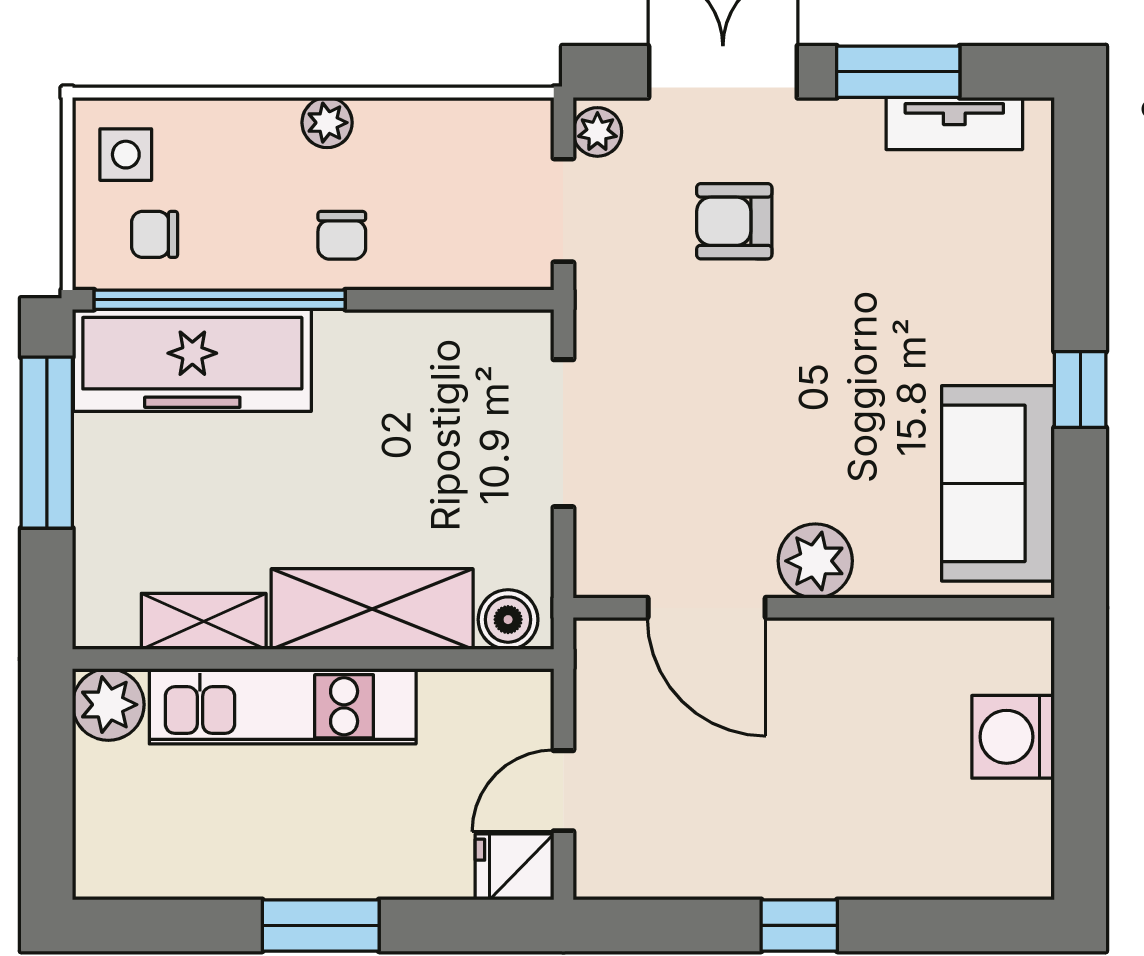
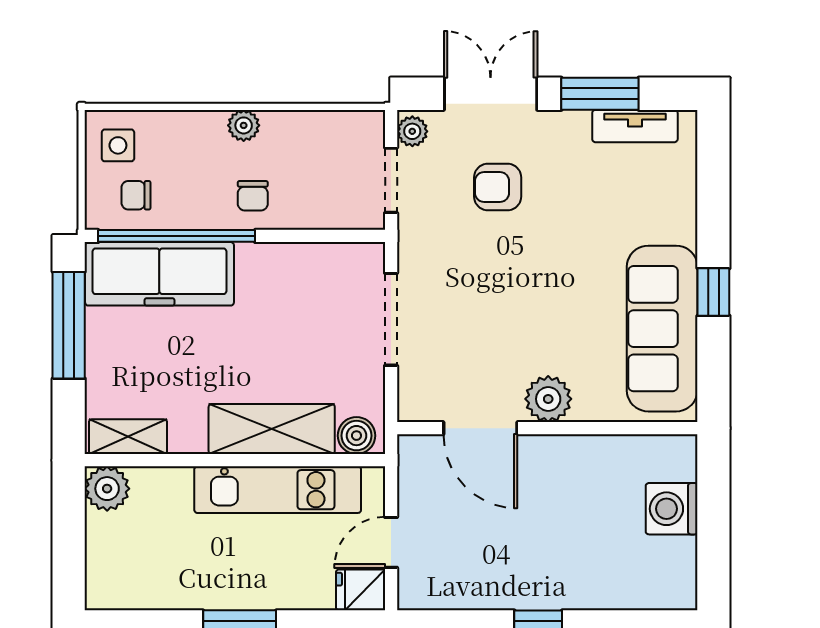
sofa: (998, 483) -> (662, 329), width x1.36
shelving: (204, 621) -> (128, 437), moved
kitchen unit: (283, 706) -> (278, 490), moved

